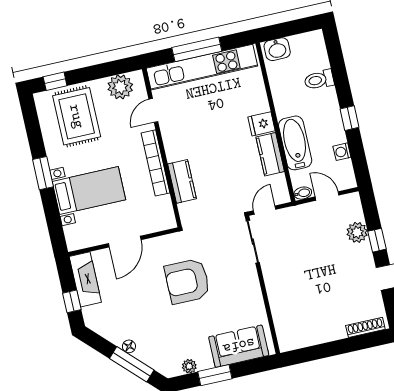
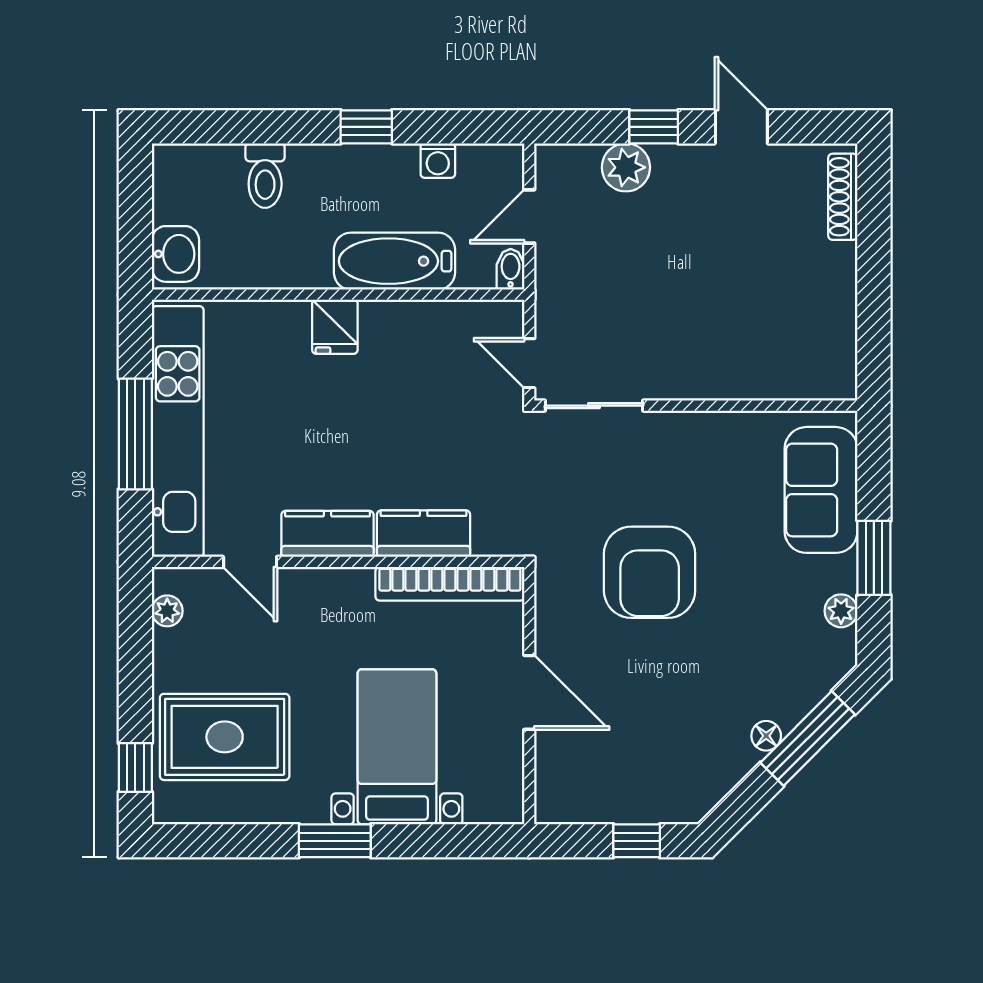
plant: (120, 87) -> (167, 611), width x0.53, depth x0.53
kitchen counter: (270, 154) -> (328, 534), moved, turned 180
bookcase: (156, 163) -> (450, 584), moved
fireplace: (85, 279) -> (594, 800), removed

